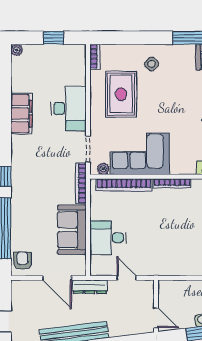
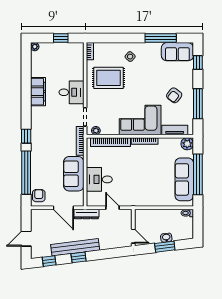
rug: (121, 94) -> (108, 78), turned 90
desk: (69, 109) -> (71, 92), width x0.73
corner sofa: (140, 154) -> (140, 120), moved

